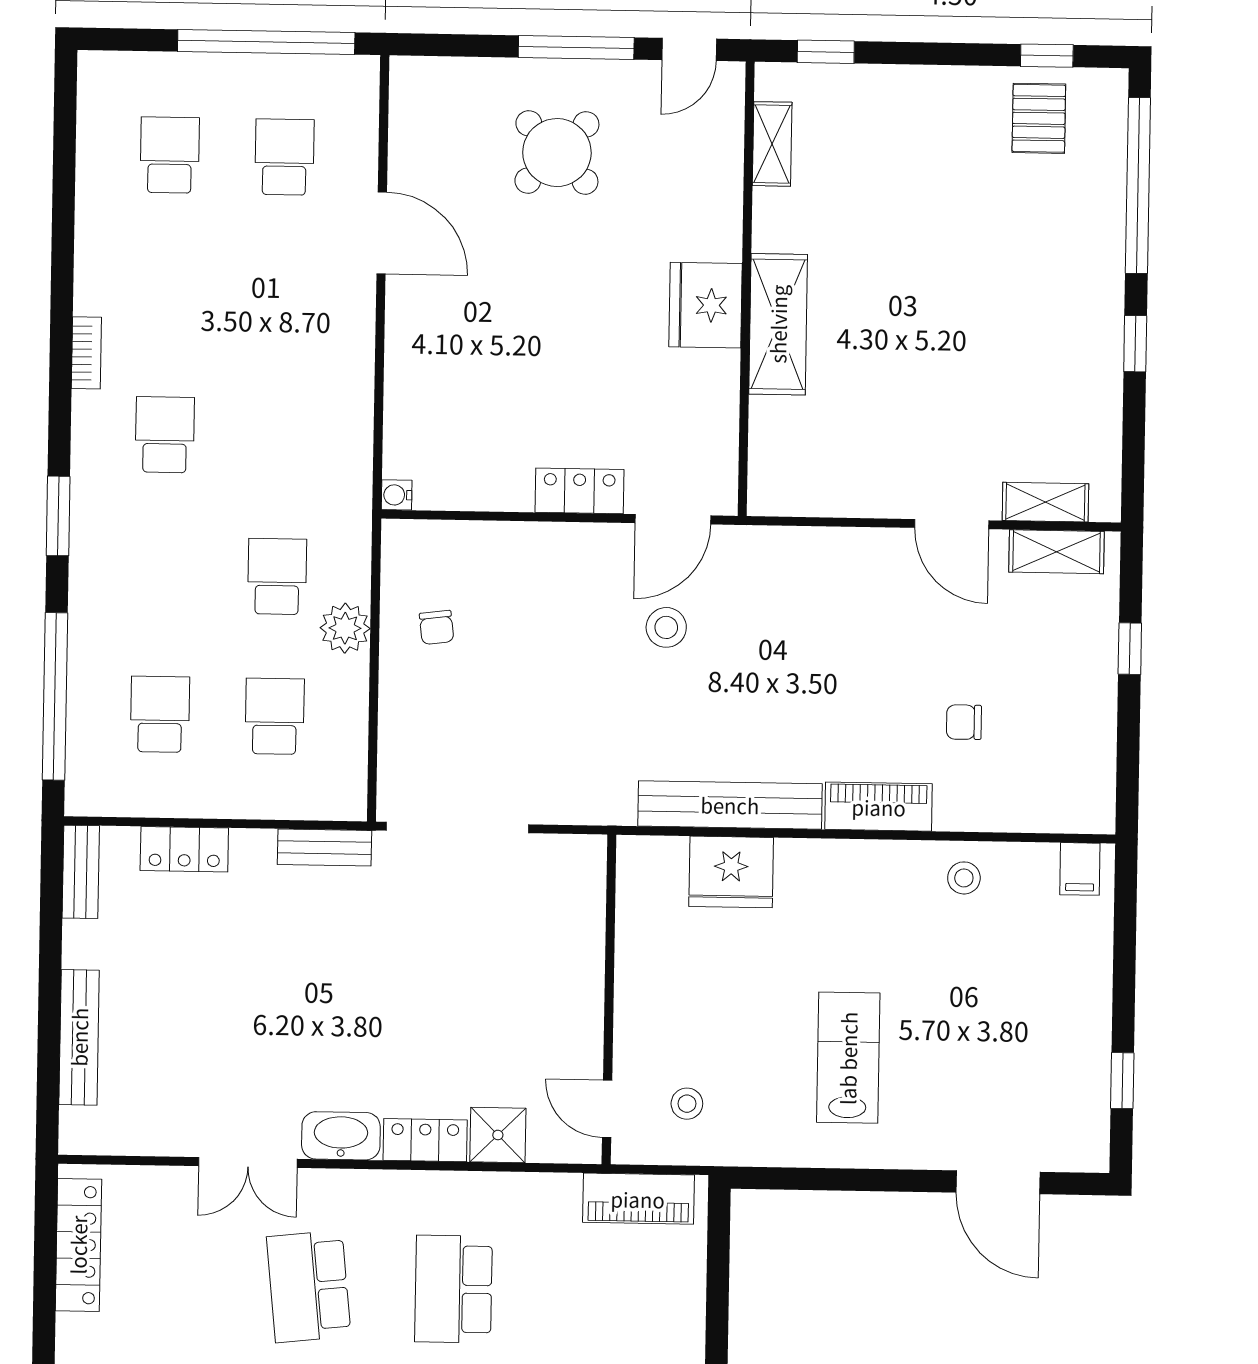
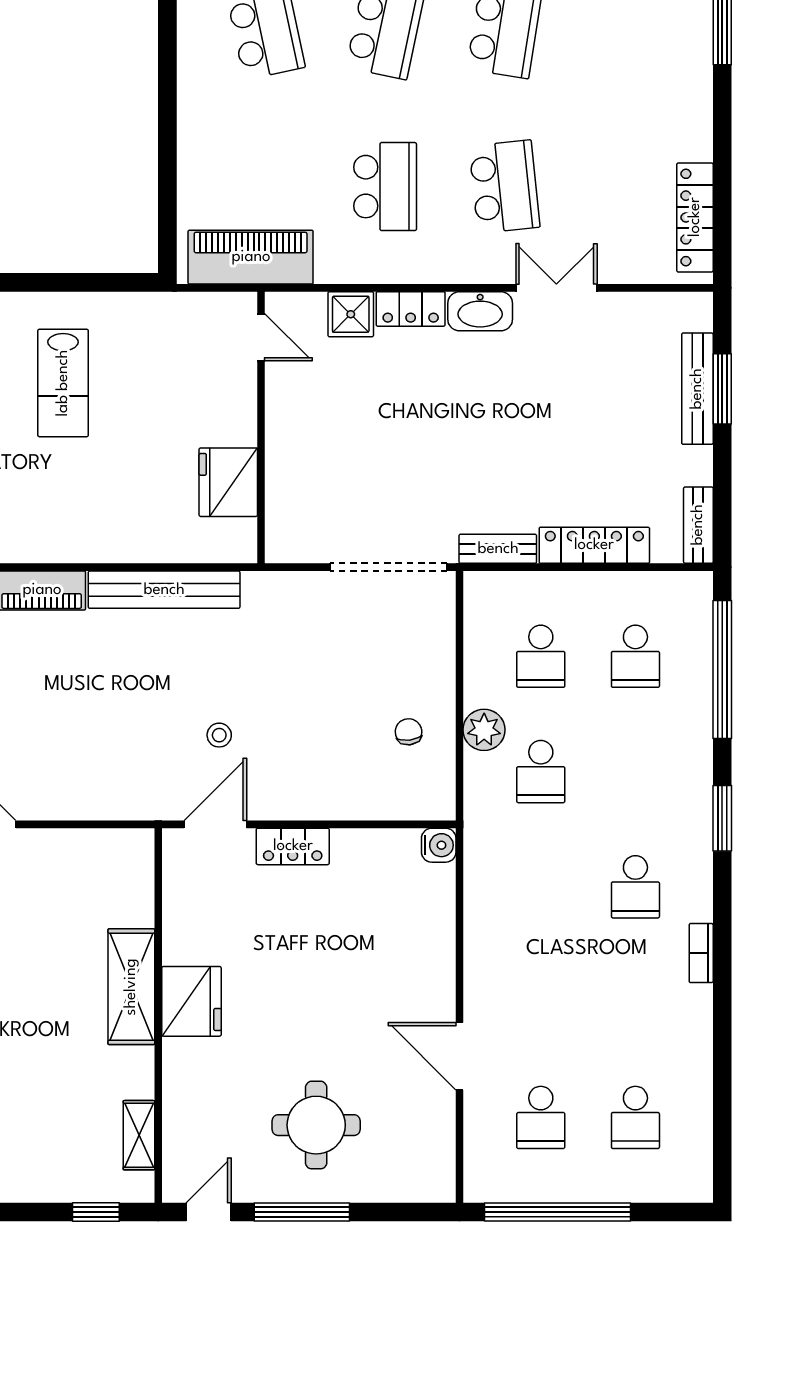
round table: (557, 153) -> (316, 1125), turned 45
water cooler: (397, 495) -> (439, 845), width x1.38, depth x1.38
stool: (666, 627) -> (219, 735), width x0.73, depth x0.73
locker: (184, 849) -> (594, 545), width x1.53
fridge: (731, 872) -> (228, 482), moved, turned -90
window: (49, 1037) -> (722, 389), added
stool: (687, 1104) -> (195, 343), removed
piano: (638, 1199) -> (251, 257), width x1.37, depth x1.33

